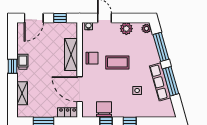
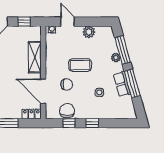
plant: (146, 28) -> (116, 58), moved
chair: (92, 58) -> (67, 84), moved
row of seats: (160, 82) -> (122, 84), width x0.68

